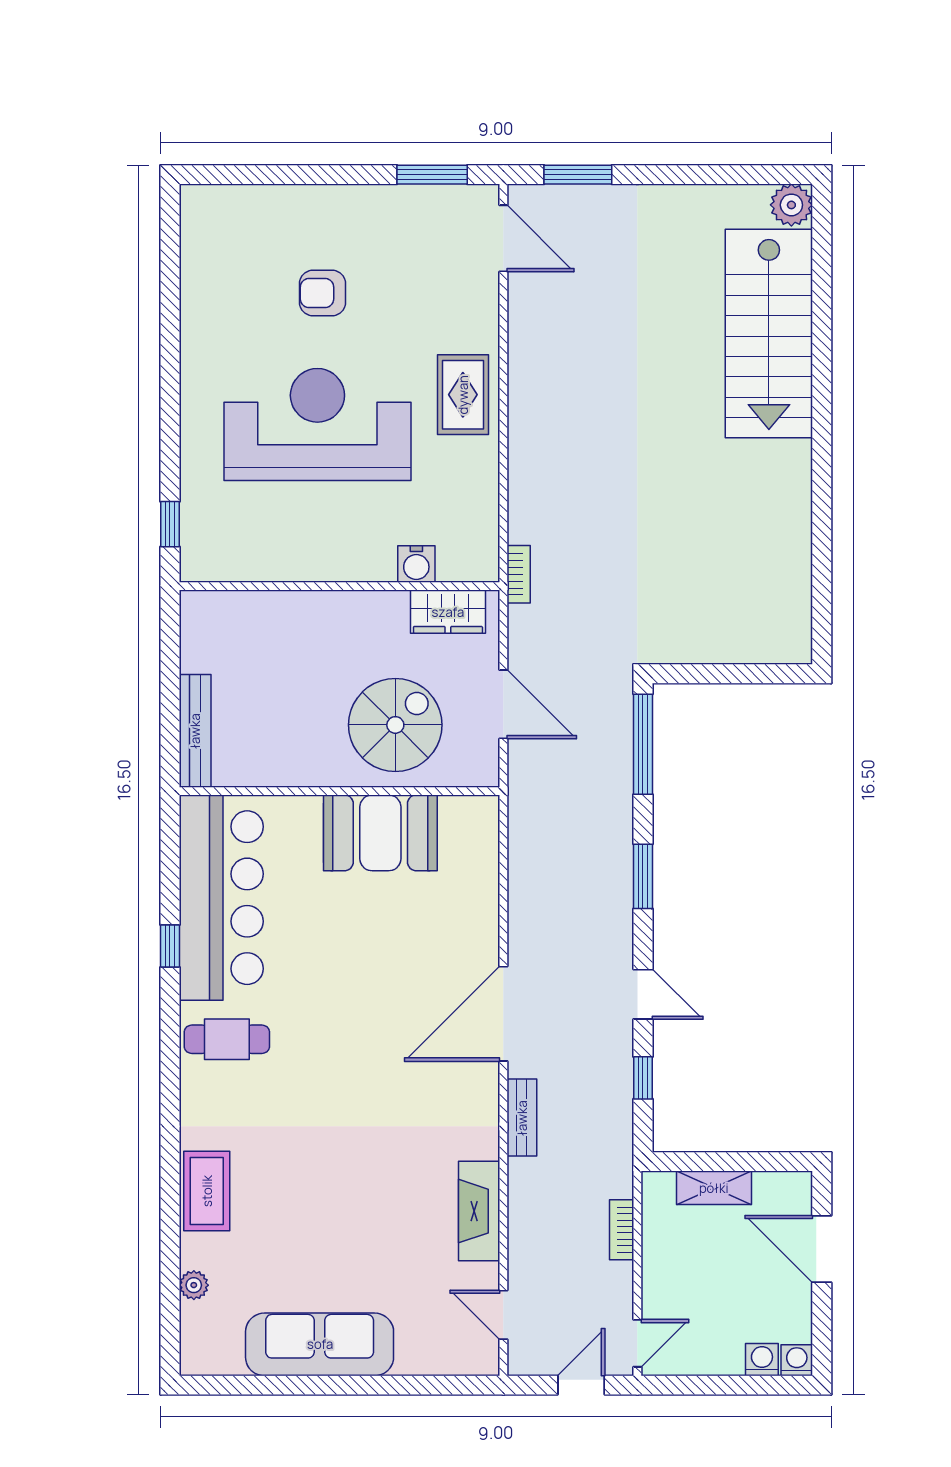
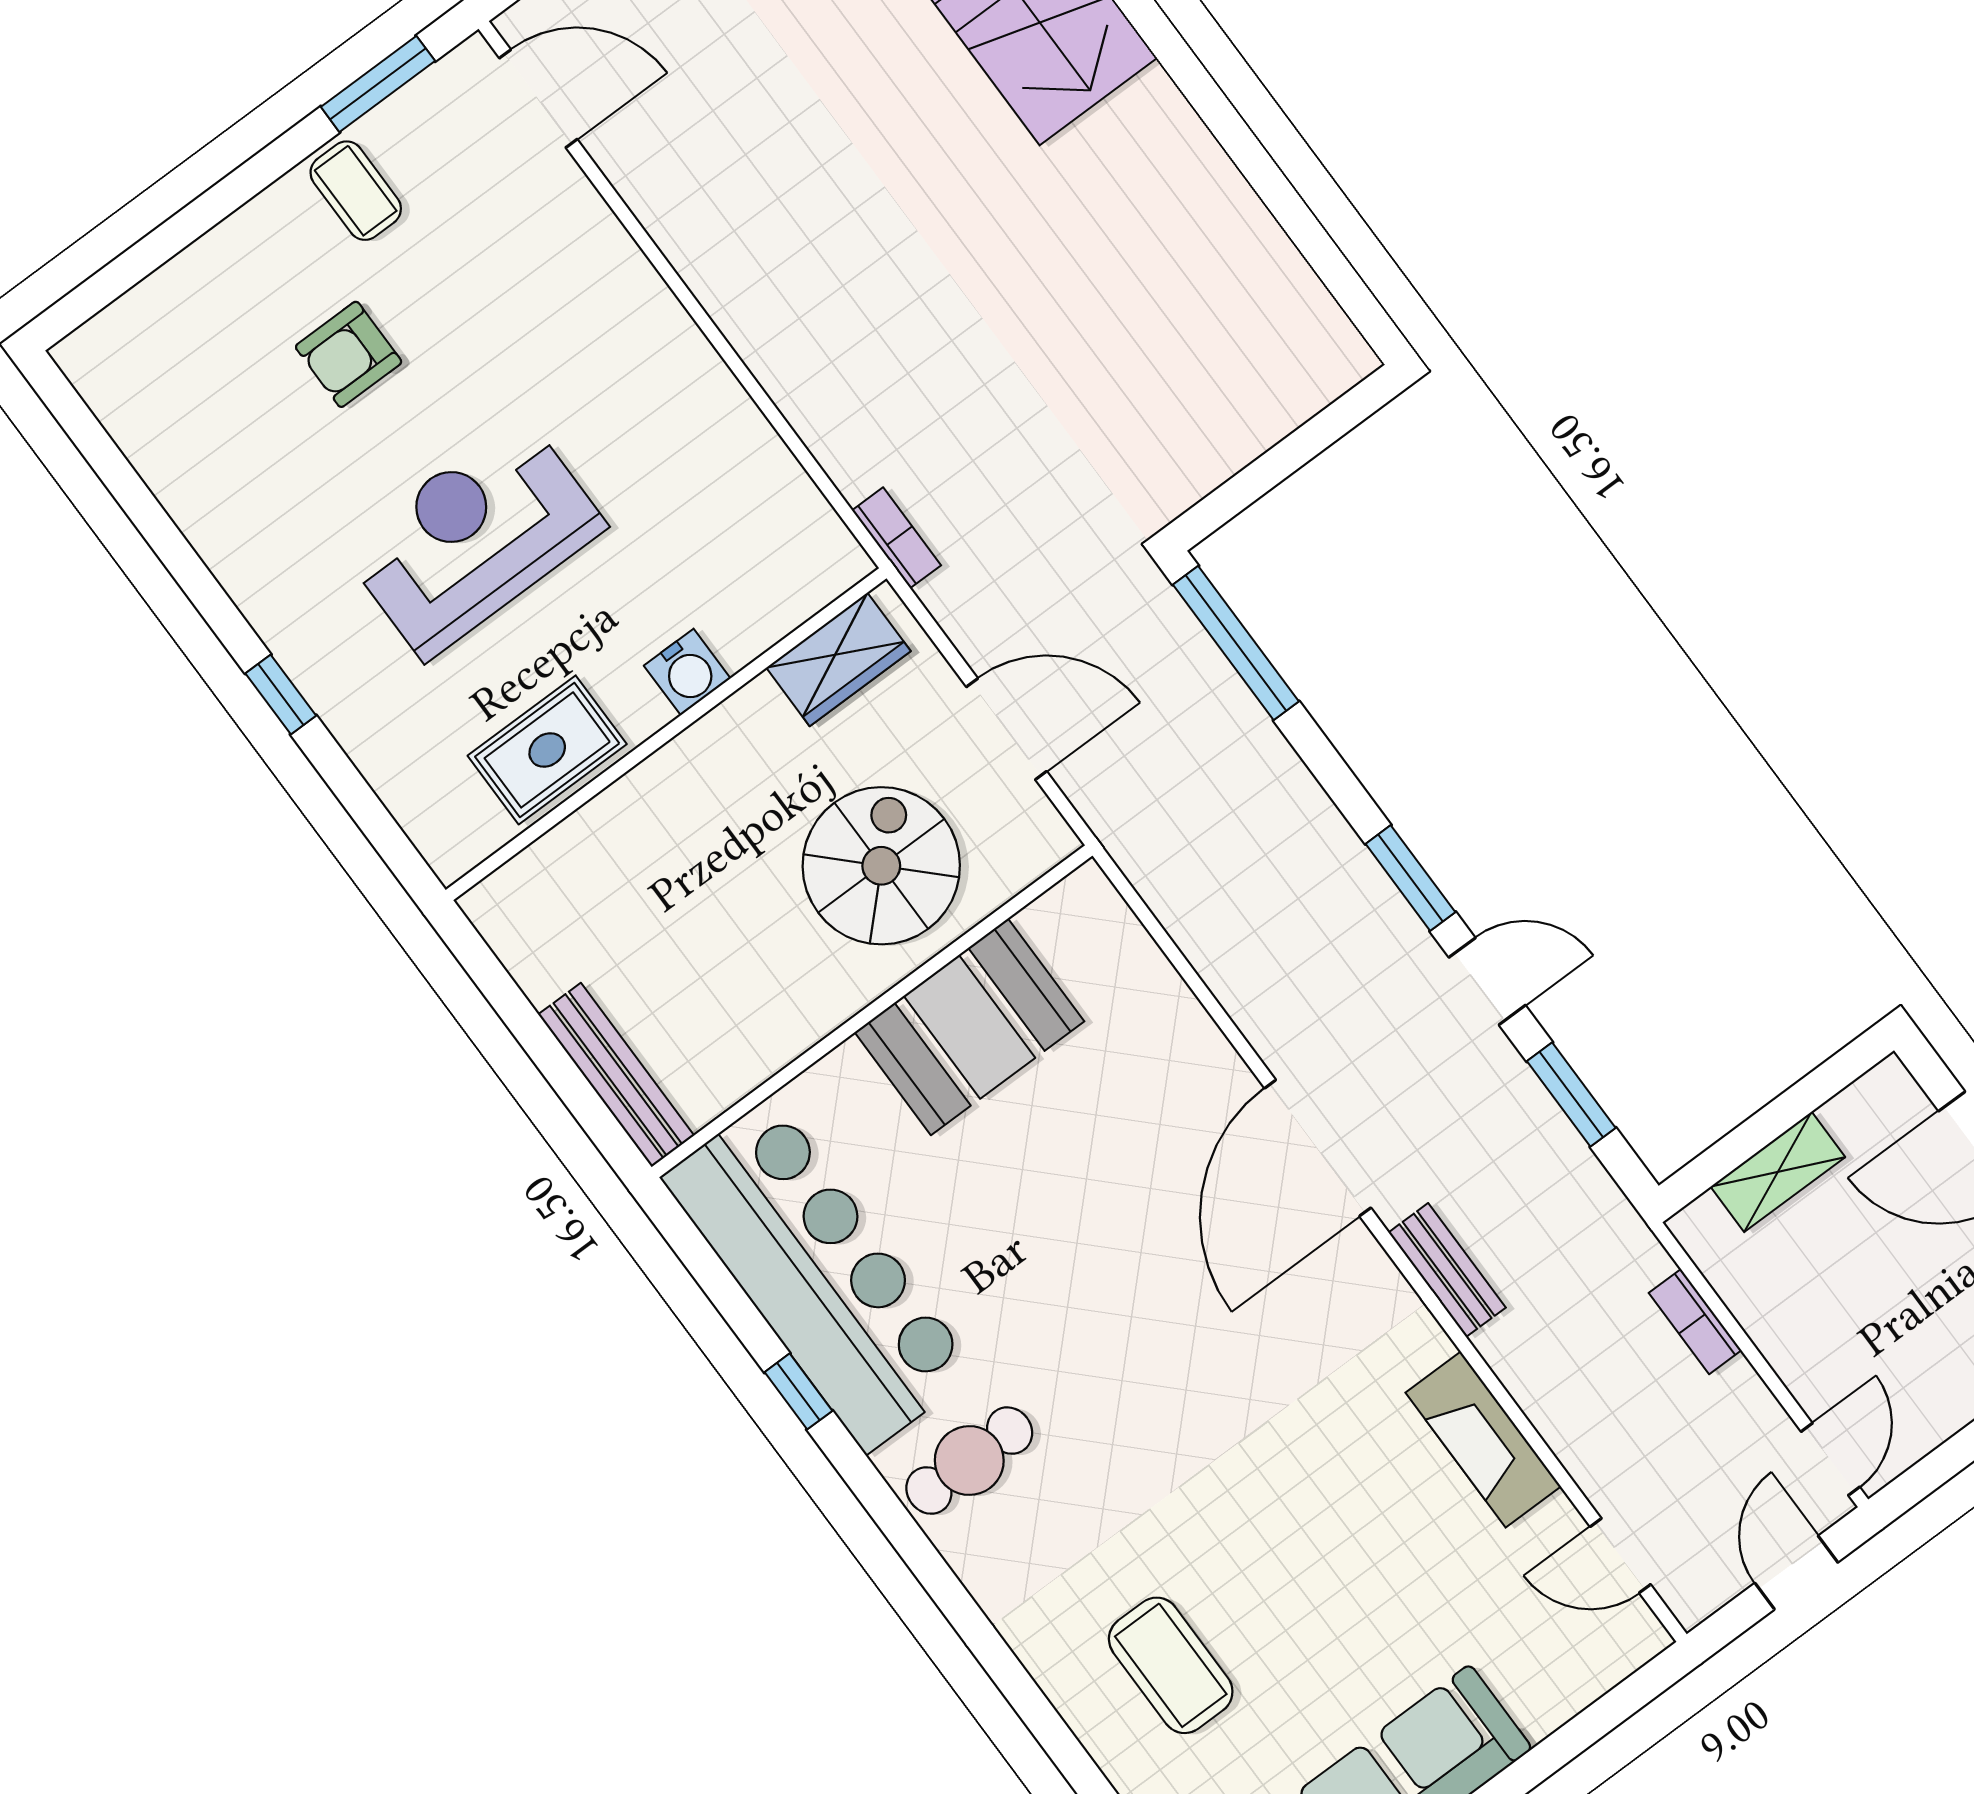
coffee table: (384, 218) -> (356, 191), added
rug: (463, 395) -> (547, 750), moved, turned 90
reception desk: (317, 425) -> (474, 537), width x0.74, depth x0.77
window: (170, 524) -> (281, 694), moved
water cooler: (416, 564) -> (687, 672), moved
window: (643, 876) -> (1410, 878), moved
window: (643, 1078) -> (1571, 1095), width x1.50
coffee table: (207, 1191) -> (1171, 1665), moved

